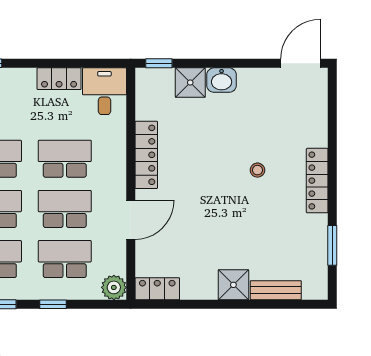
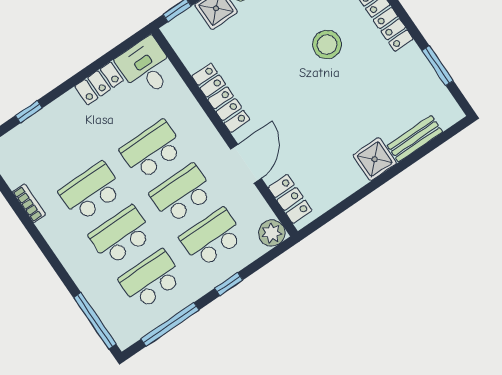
stool: (257, 170) -> (327, 45), width x1.89, depth x1.89
locker: (157, 289) -> (290, 199), moved, turned 90

